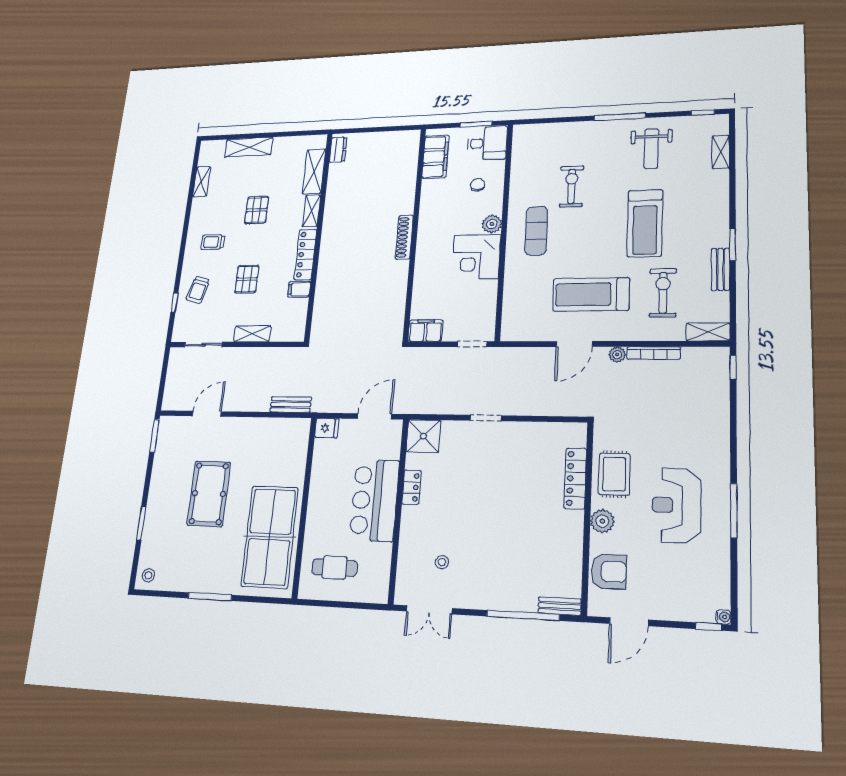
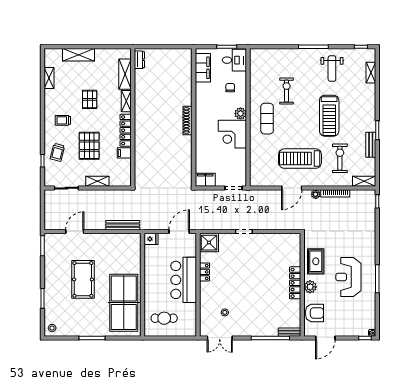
pallet: (247, 279) -> (89, 146), width x1.50, depth x1.42
bench: (291, 404) -> (123, 225), width x1.36
locker: (575, 478) -> (295, 283), moved

